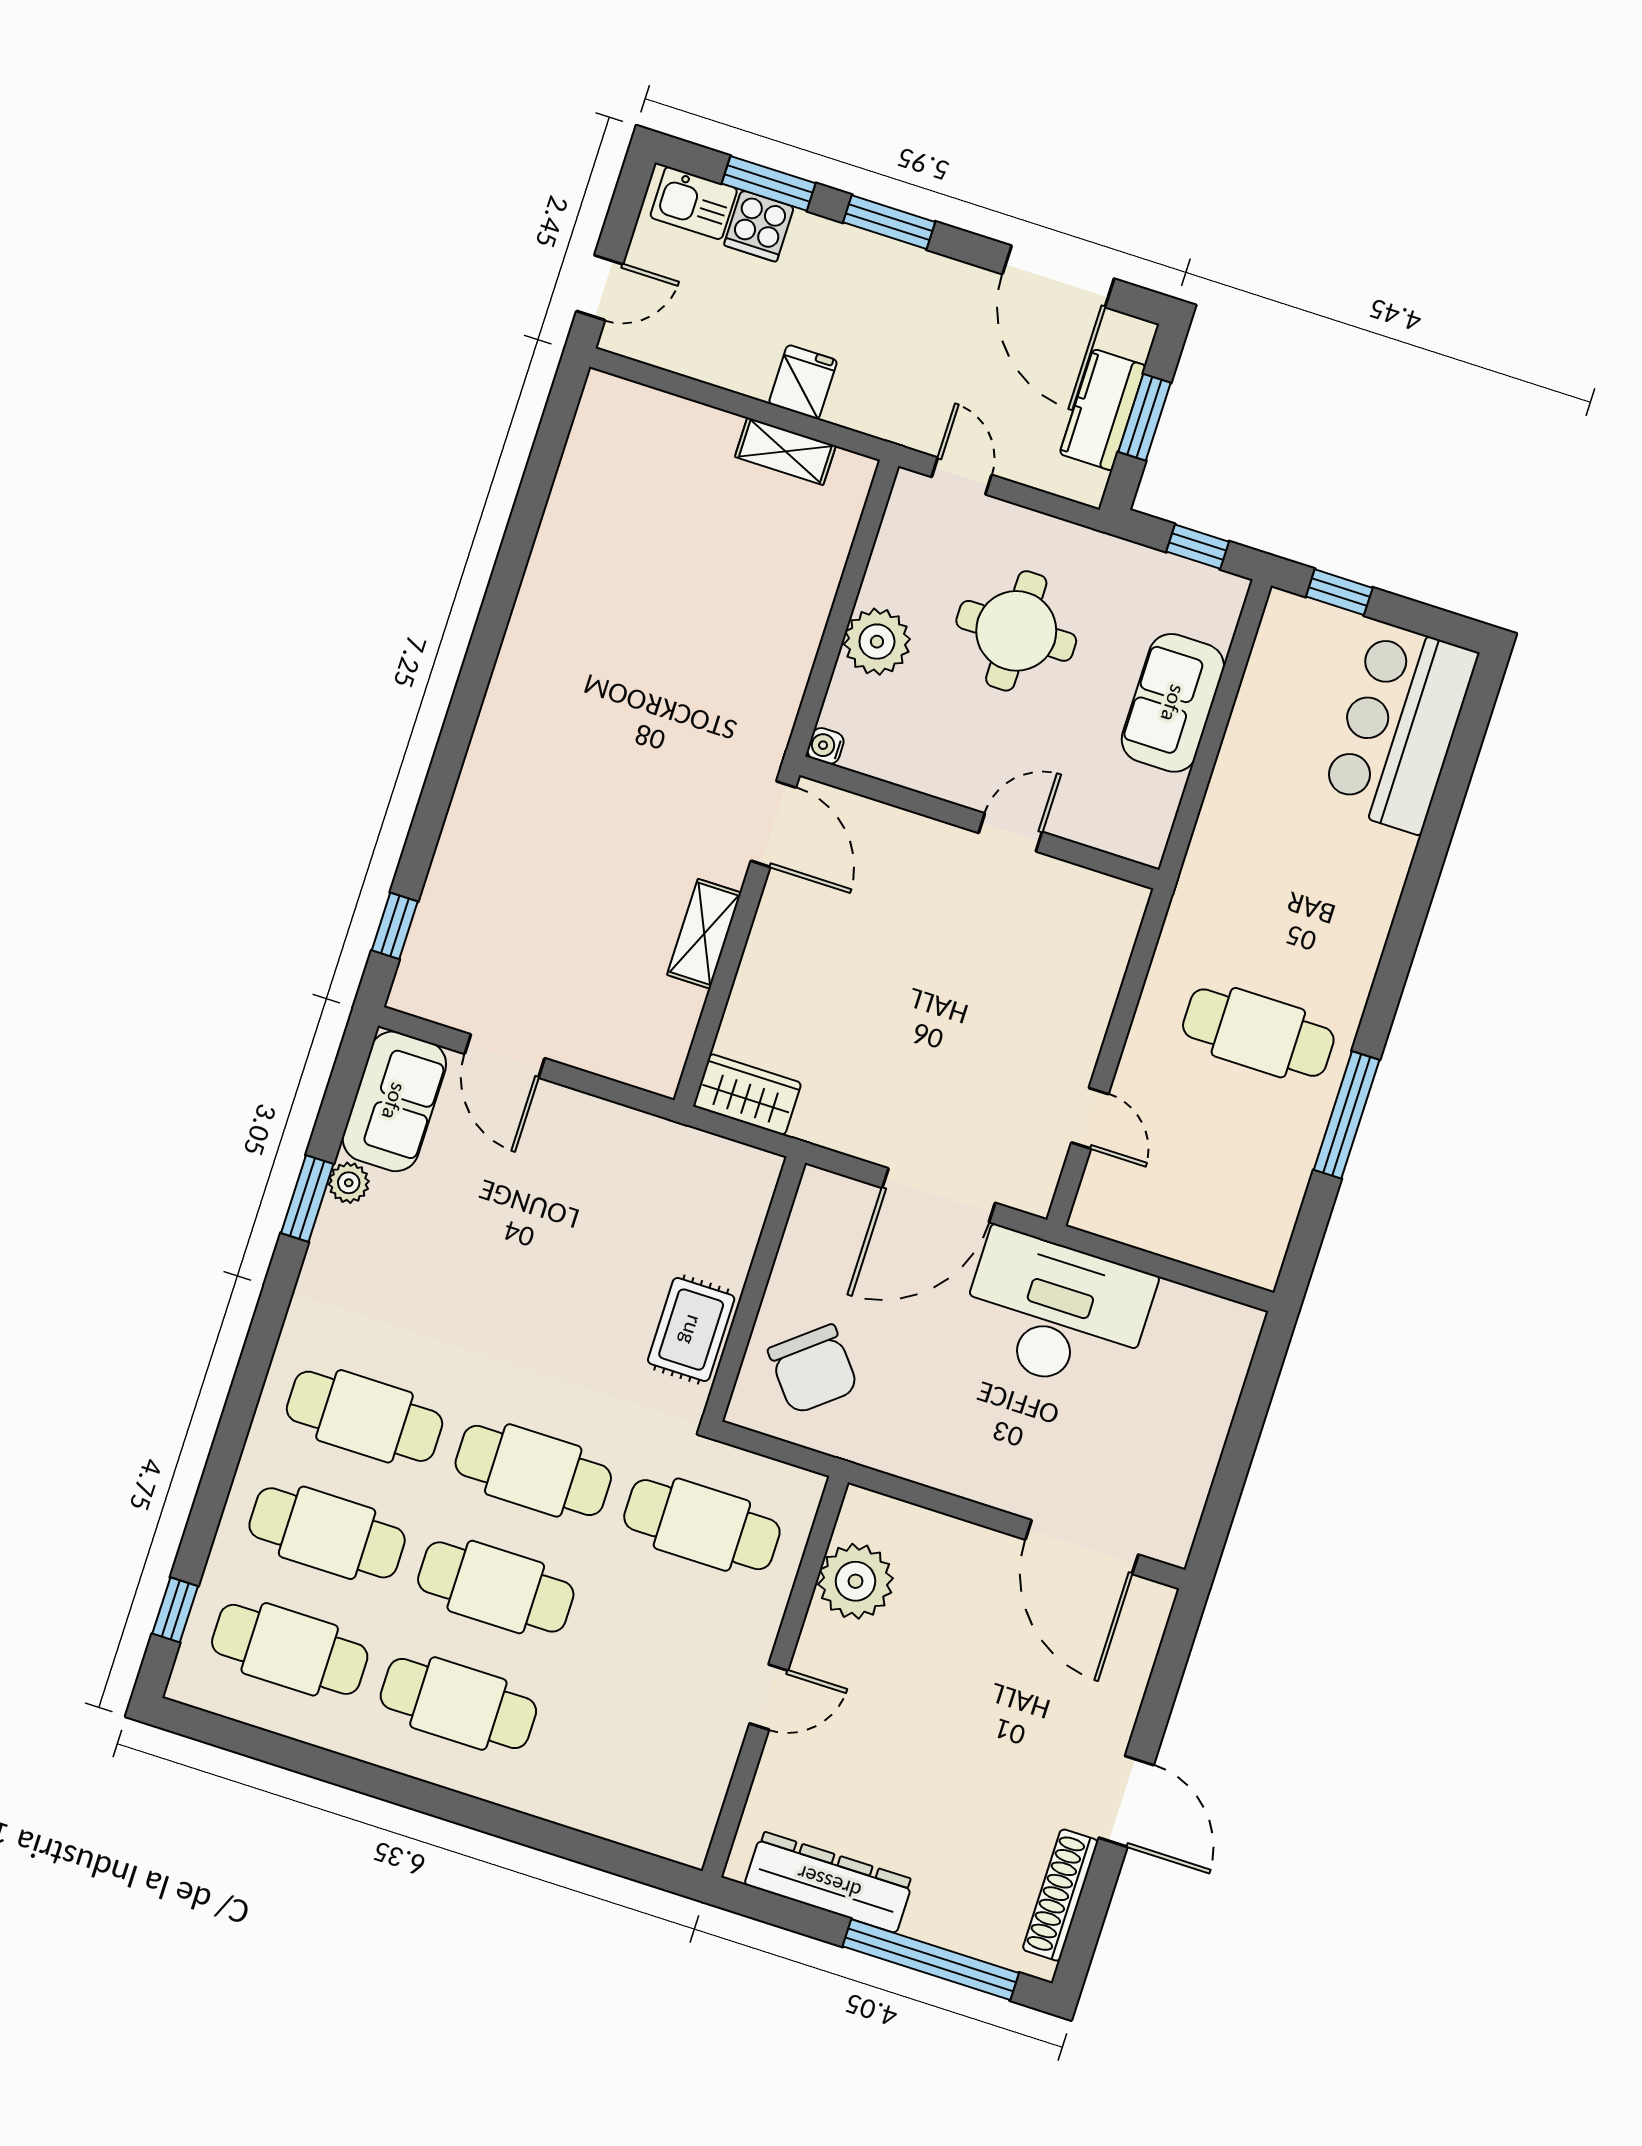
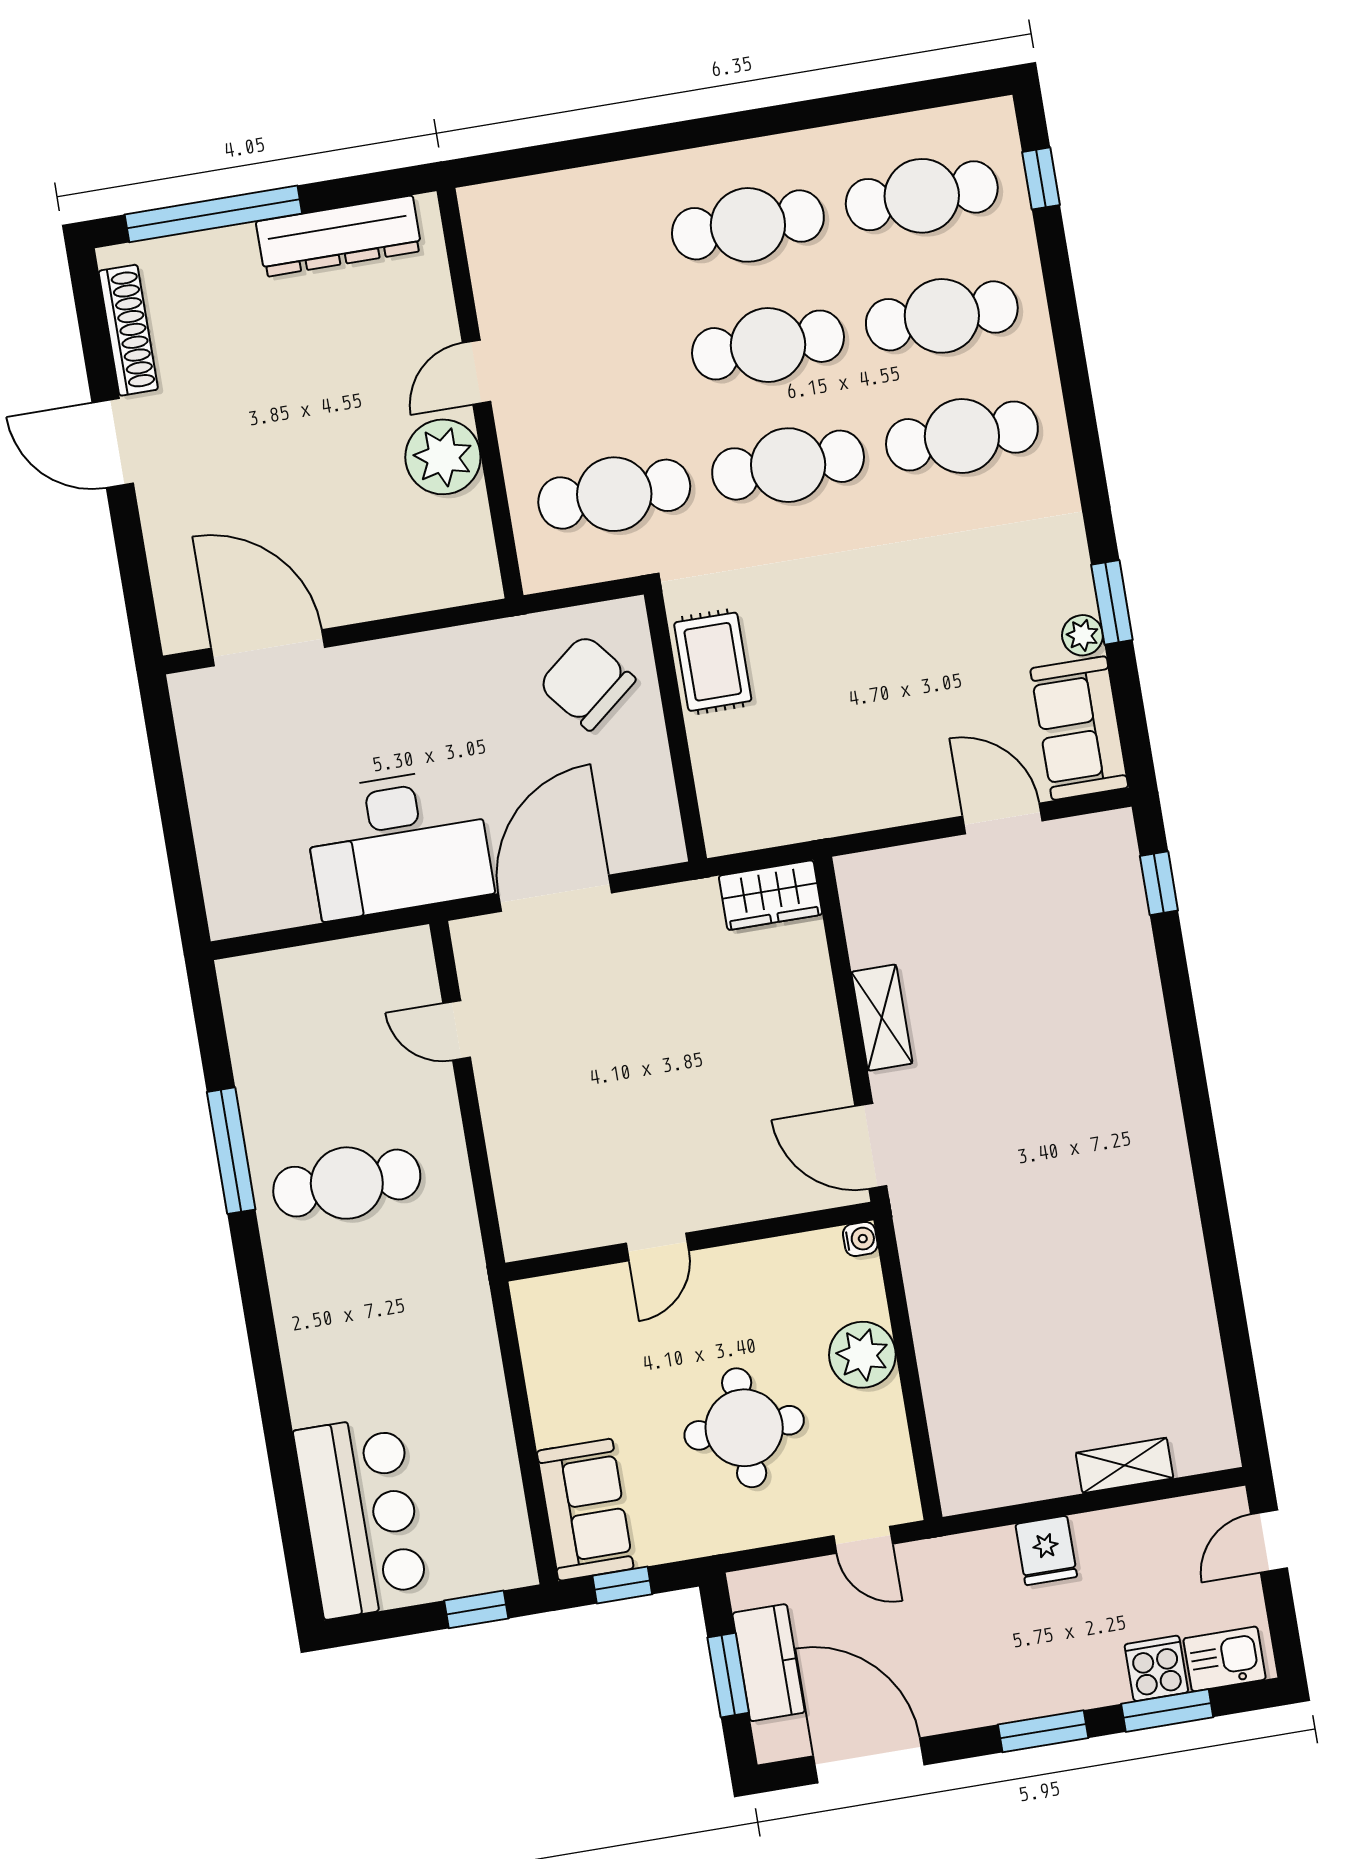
shelving: (785, 451) -> (1125, 1465), moved
sofa: (1173, 703) -> (585, 1510), moved
plant: (856, 1581) -> (443, 457), moved

